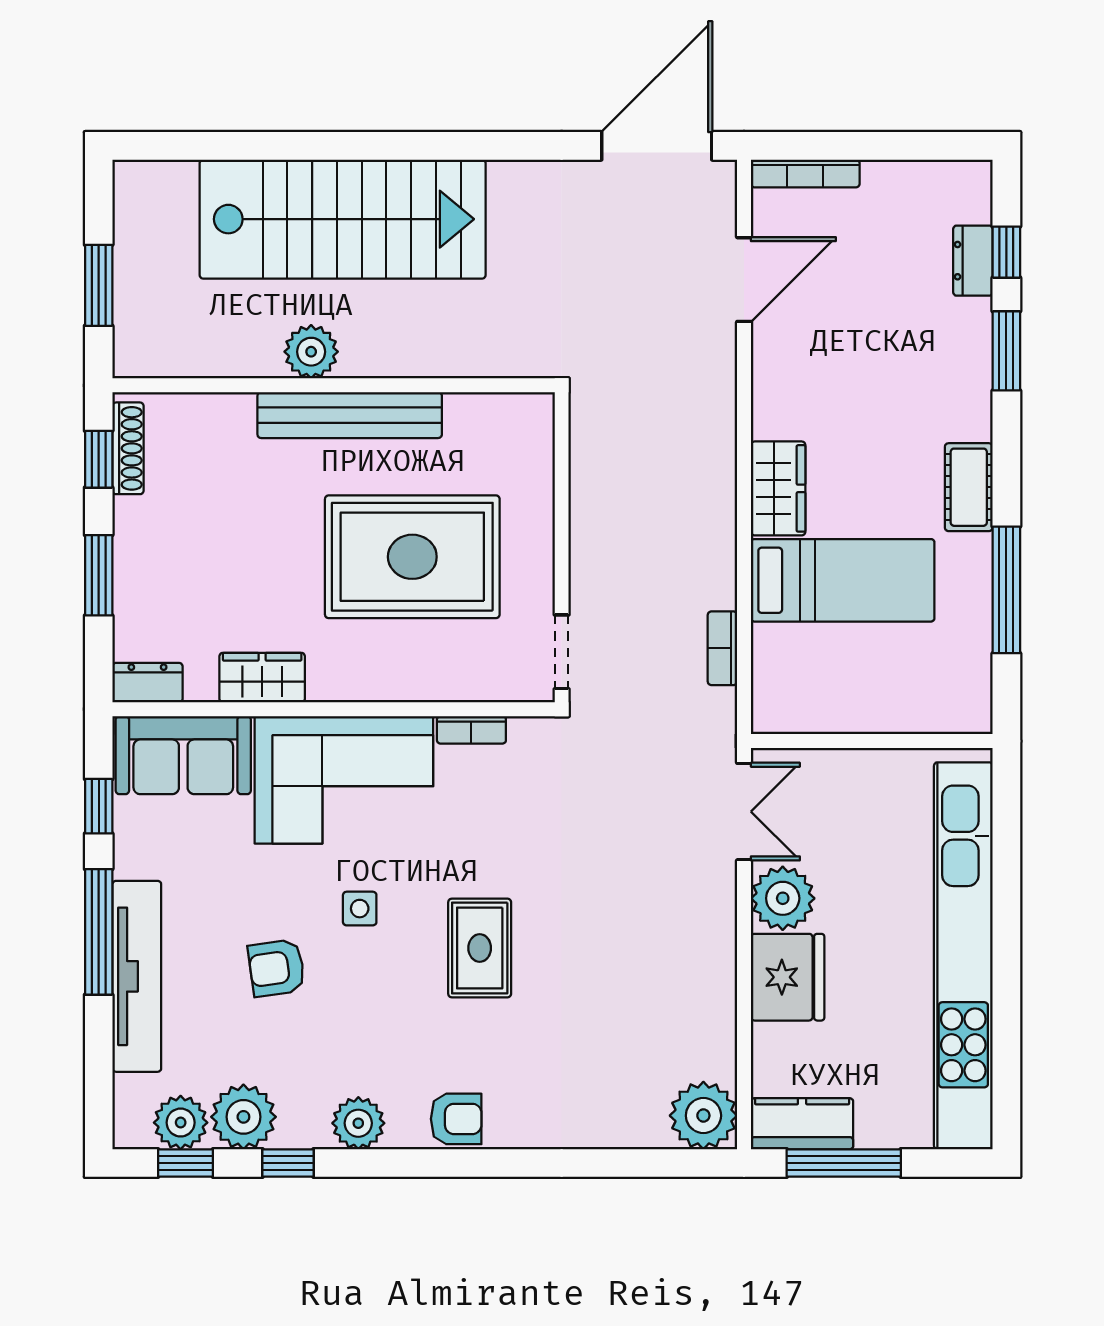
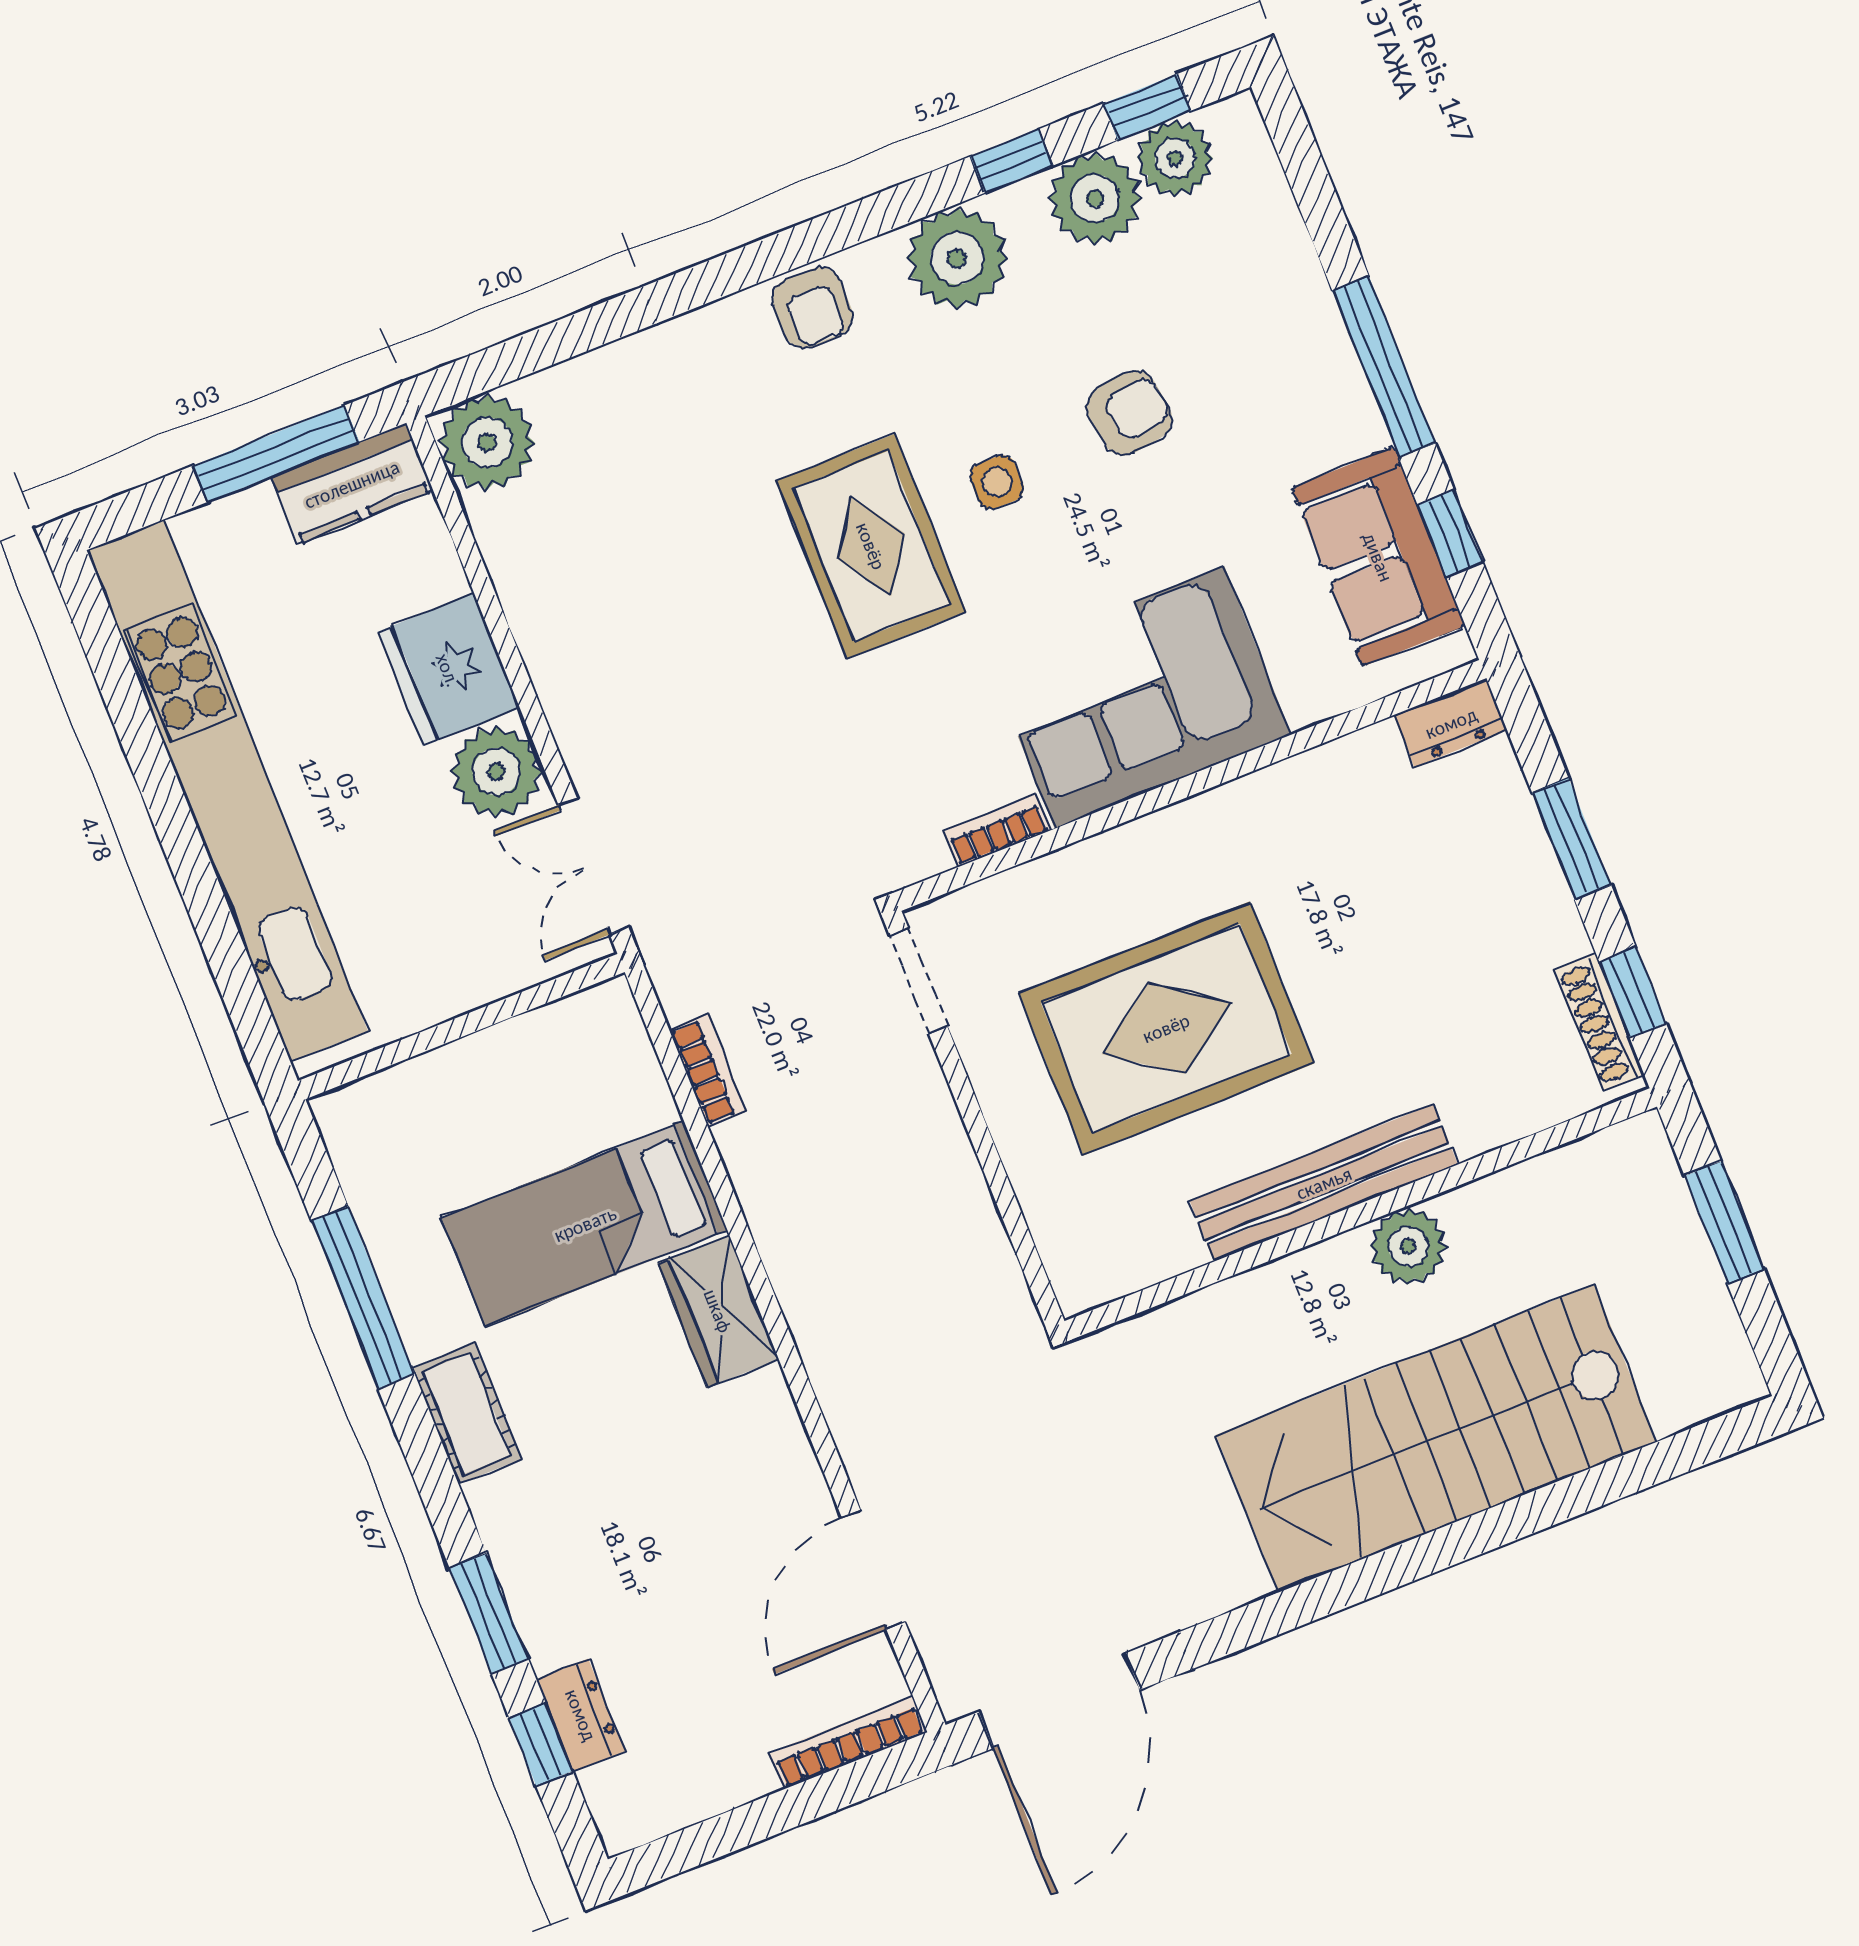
wardrobe: (262, 678) -> (1301, 790), removed
sofa: (183, 755) -> (1378, 557), moved, turned -90
side table: (360, 909) -> (997, 482), moved
rug: (480, 948) -> (871, 546), width x1.36, depth x1.43
tv unit: (137, 976) -> (1310, 328), removed
armchair: (456, 1119) -> (812, 308), turned -90
plant: (358, 1123) -> (957, 258), width x1.36, depth x1.36

